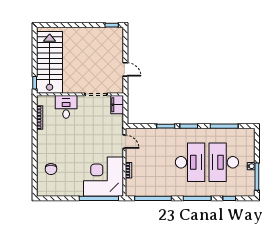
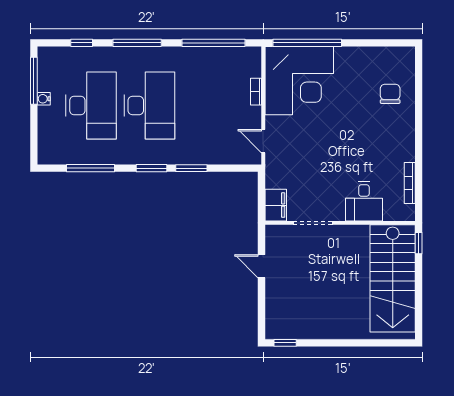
desk: (190, 162) -> (149, 106), turned 180

